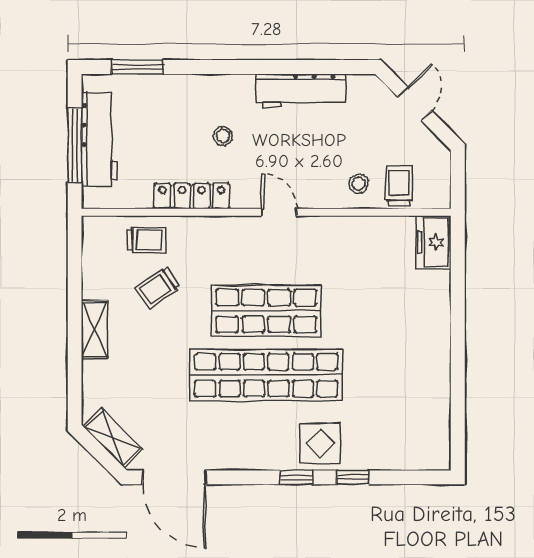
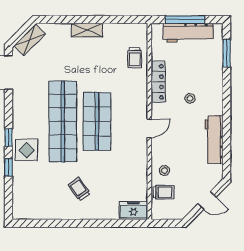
trolley: (158, 287) -> (79, 189), moved

